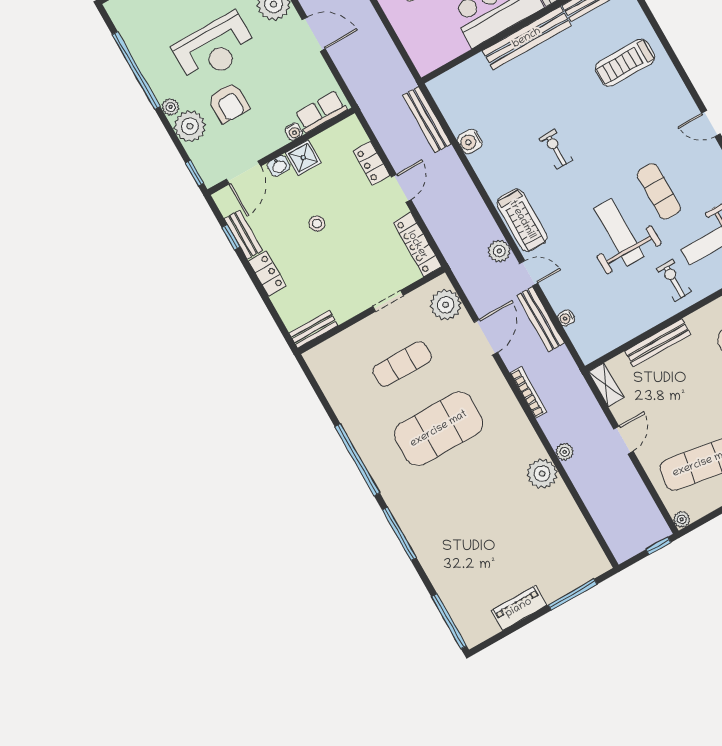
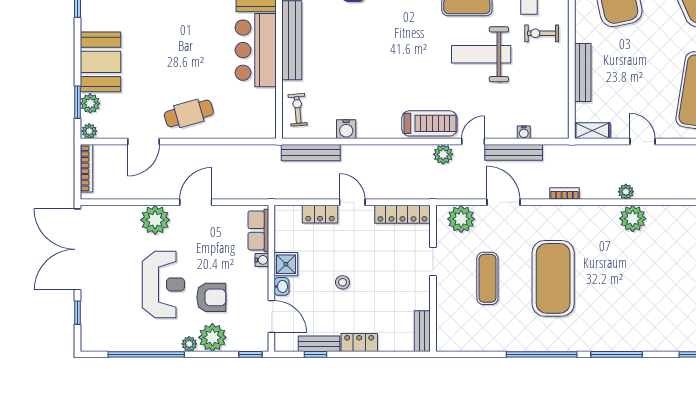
exercise bike: (556, 149) -> (298, 110), moved, turned 85
bookcase: (528, 392) -> (564, 194), width x0.64

